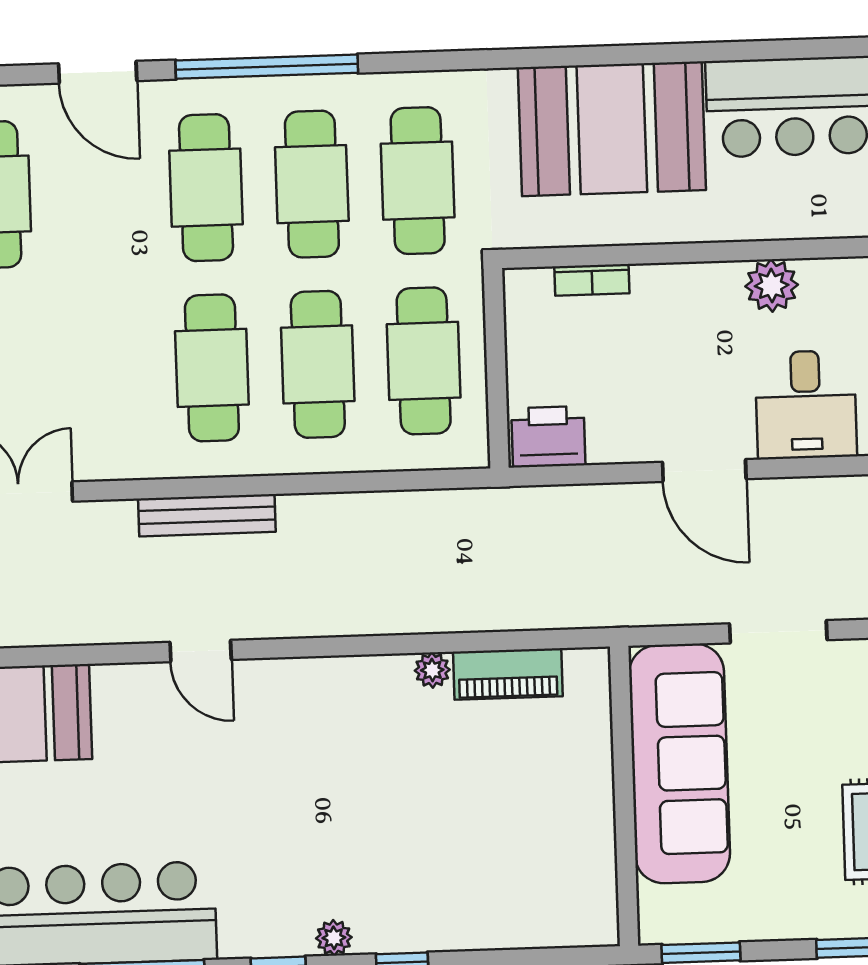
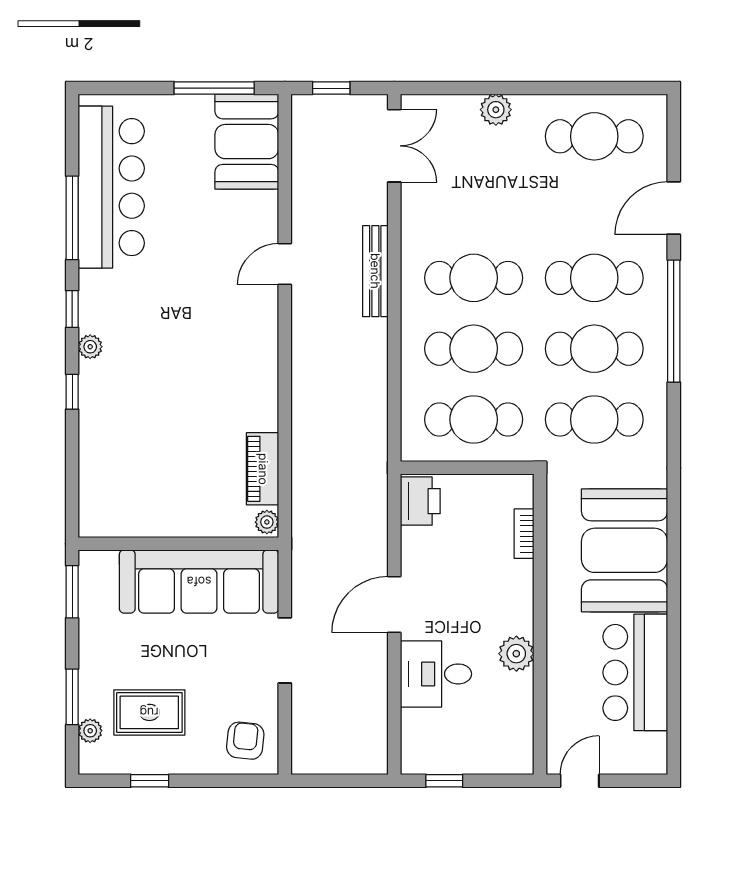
plant: (432, 670) -> (267, 522), moved

